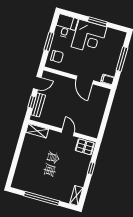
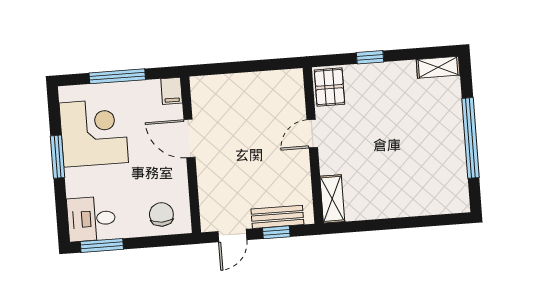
corner desk: (89, 37) -> (94, 133), moved
window: (49, 41) -> (102, 245), moved
door: (85, 80) -> (189, 138), swing flipped
door: (37, 83) -> (232, 236), swing flipped

